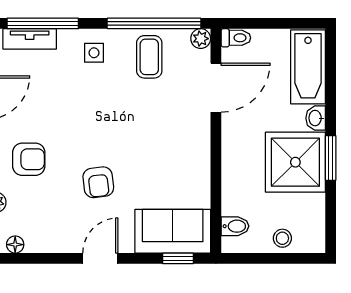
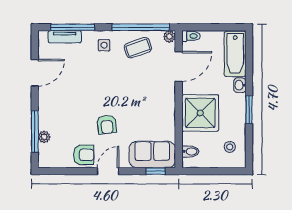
coffee table: (149, 57) -> (138, 48), turned 71
armchair: (29, 159) -> (84, 155), moved
shower: (295, 162) -> (200, 113), moved
stool: (282, 238) -> (230, 147), moved
floor lamp: (15, 245) -> (56, 163), removed

